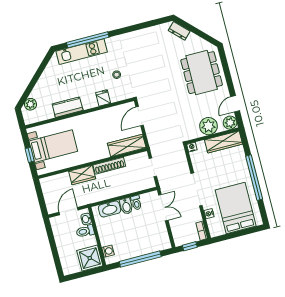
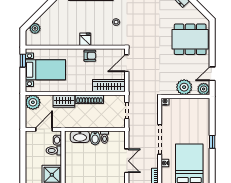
dining table: (202, 73) -> (190, 39), turned 90
fridge: (103, 98) -> (85, 39), moved
kitchen counter: (68, 107) -> (66, 39), removed
armchair: (98, 118) -> (90, 56), added
wardrobe: (223, 142) -> (193, 104), removed
window: (30, 155) -> (23, 61), moved
window: (254, 178) -> (212, 142), width x0.32
plant: (49, 185) -> (33, 102), added
double door: (163, 208) -> (127, 161), moved
washing machine: (108, 251) -> (69, 173), removed

